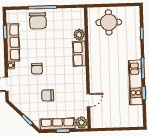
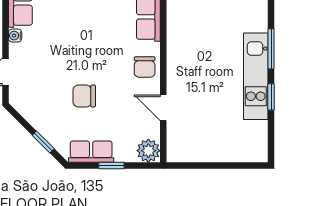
chair: (37, 69) -> (145, 67), moved
door: (88, 100) -> (163, 108), swing flipped
row of seats: (58, 124) -> (91, 152), width x0.68

